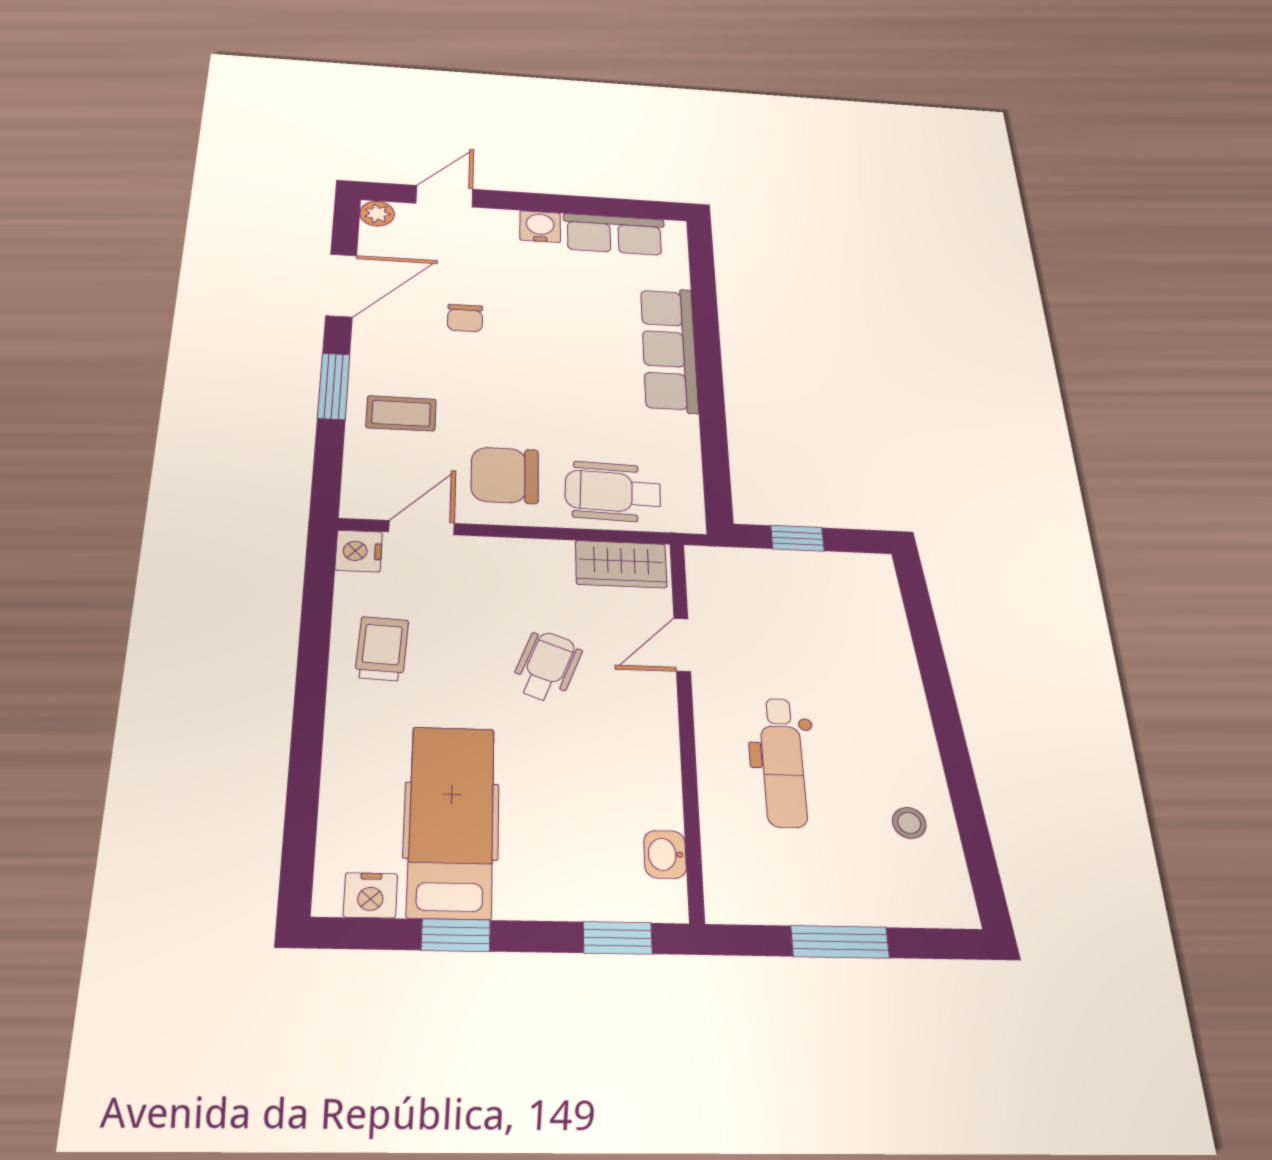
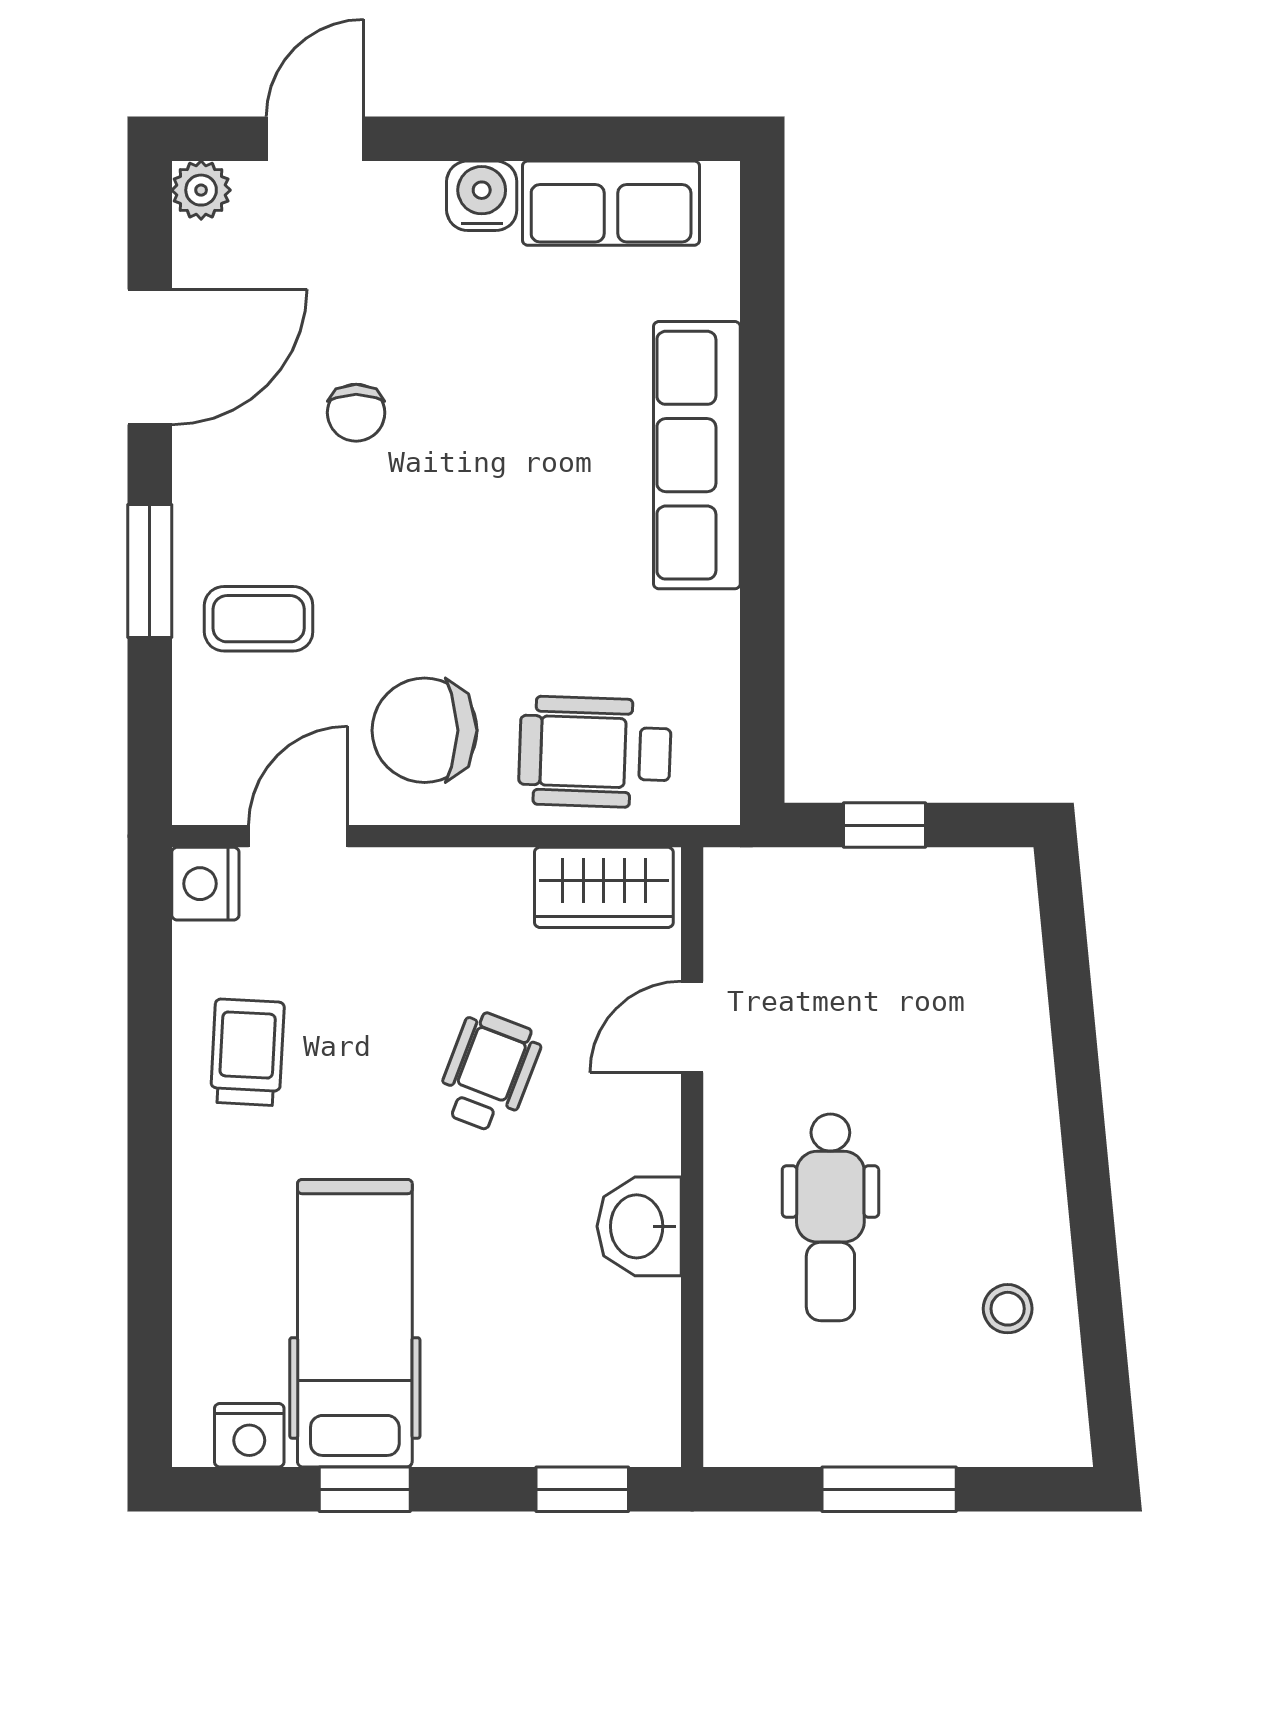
washbasin: (665, 854) -> (639, 1226), moved, width x1.38, depth x1.45

